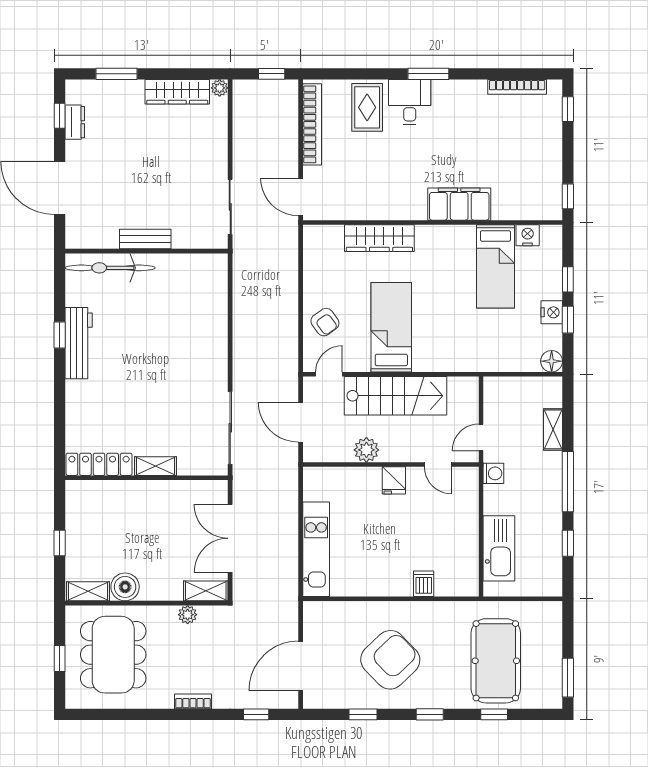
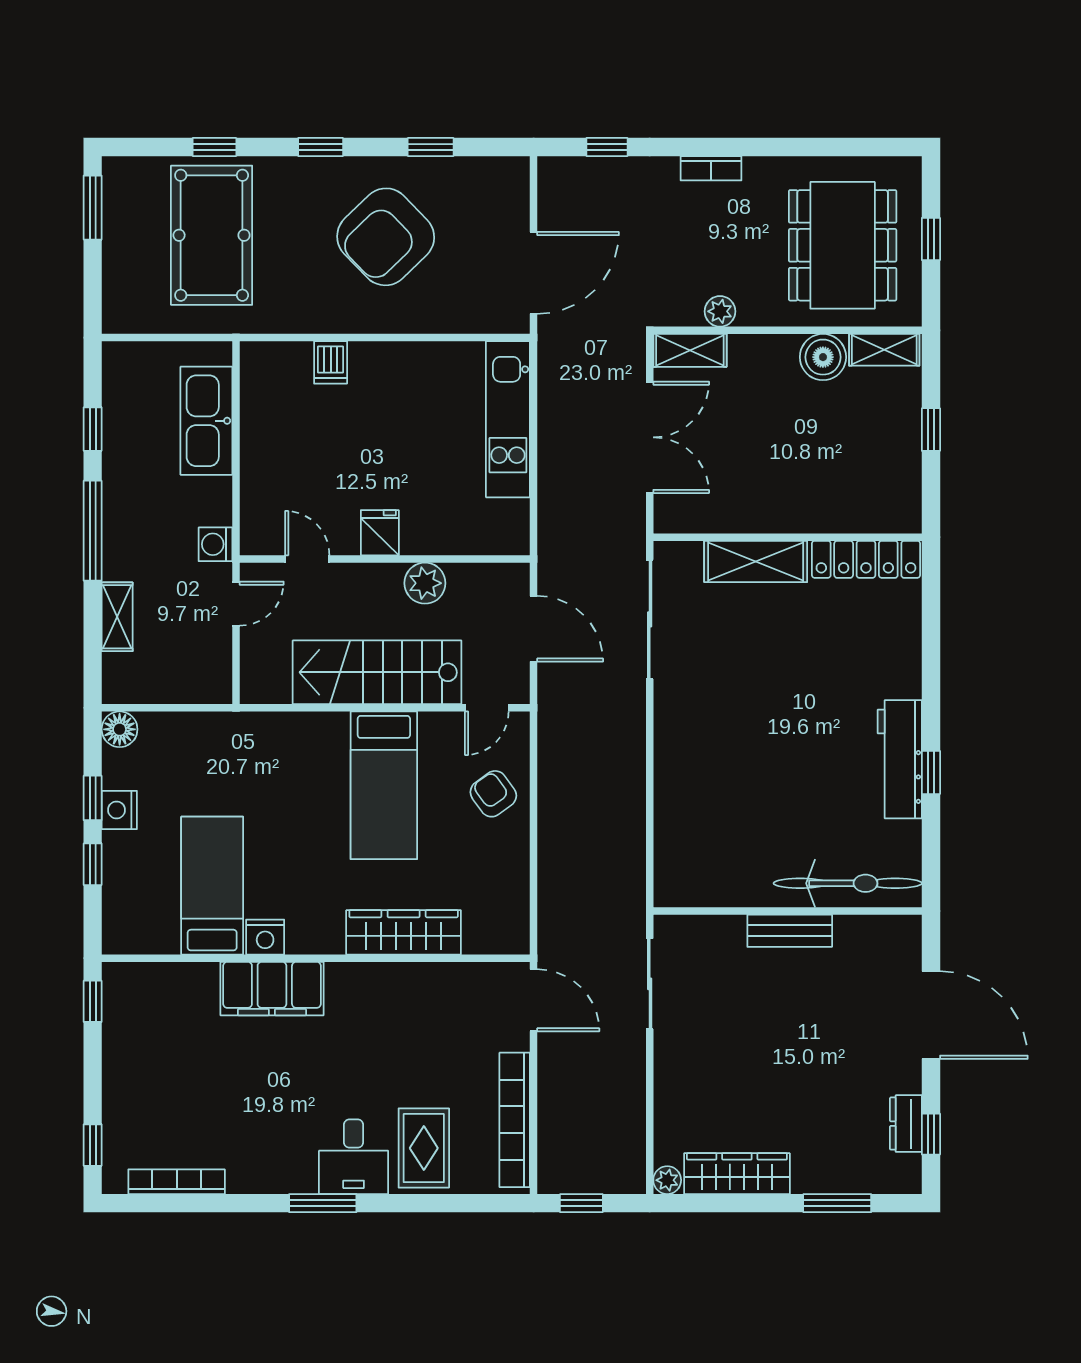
nightstand: (528, 235) -> (265, 937), moved
shelving: (156, 466) -> (756, 561), width x1.50, depth x1.33
door: (301, 666) -> (534, 273), moved

